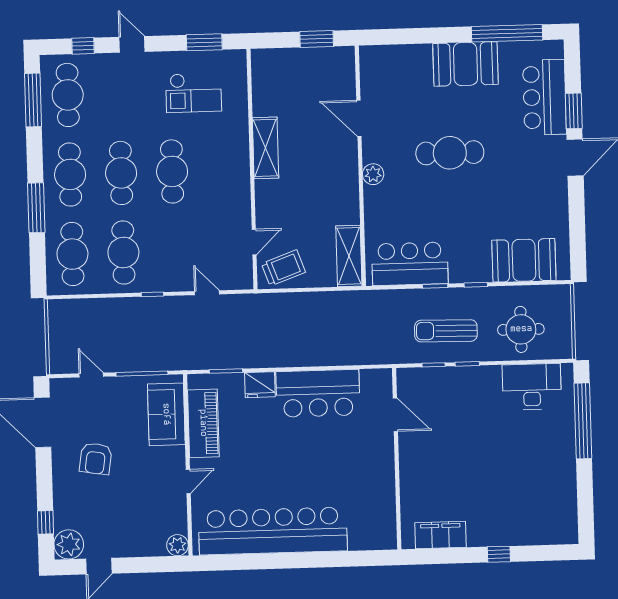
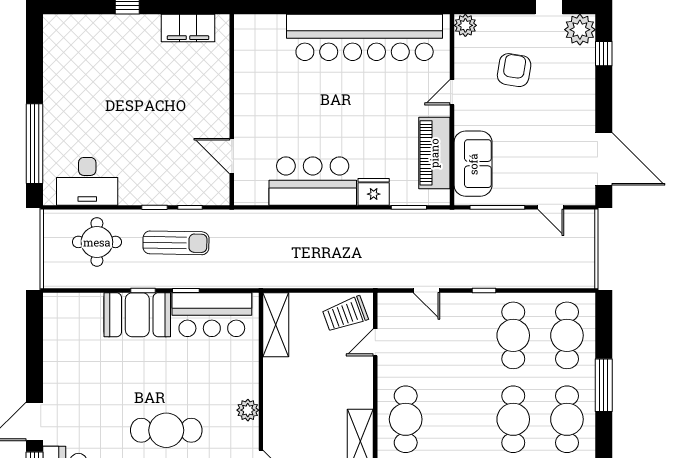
cafe table: (172, 171) -> (406, 419), moved
booth: (524, 260) -> (137, 315), moved
armchair: (96, 459) -> (514, 70), moved

